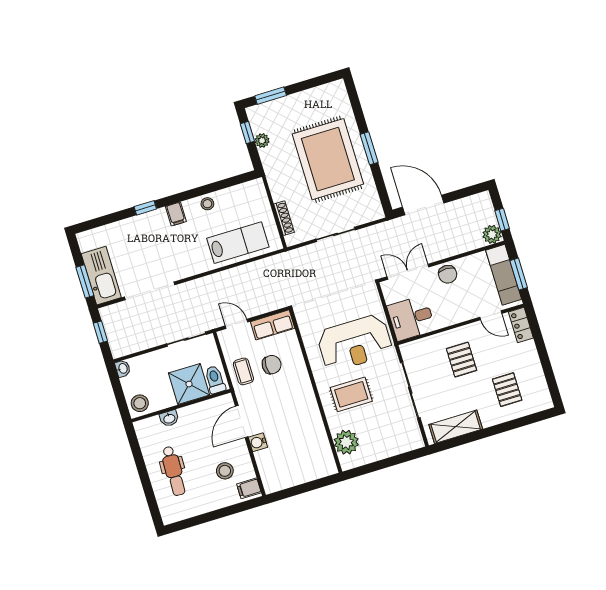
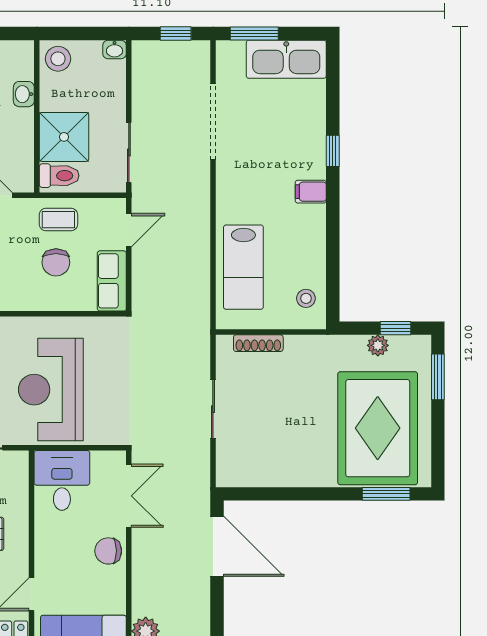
window: (369, 148) -> (386, 494), moved
rug: (328, 159) -> (378, 428), moved, turned 90
stool: (207, 204) -> (306, 298), moved
door: (423, 205) -> (217, 546), hinge flipped
kitchen sink: (101, 276) -> (286, 59), moved

